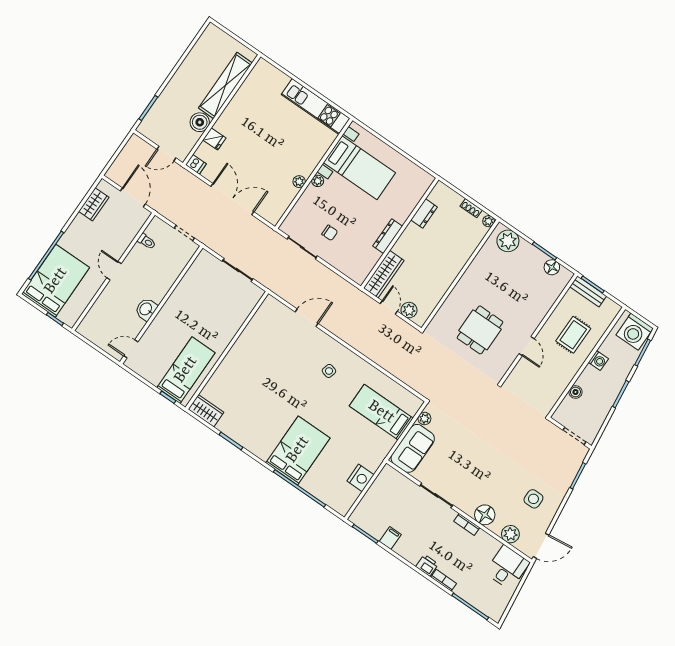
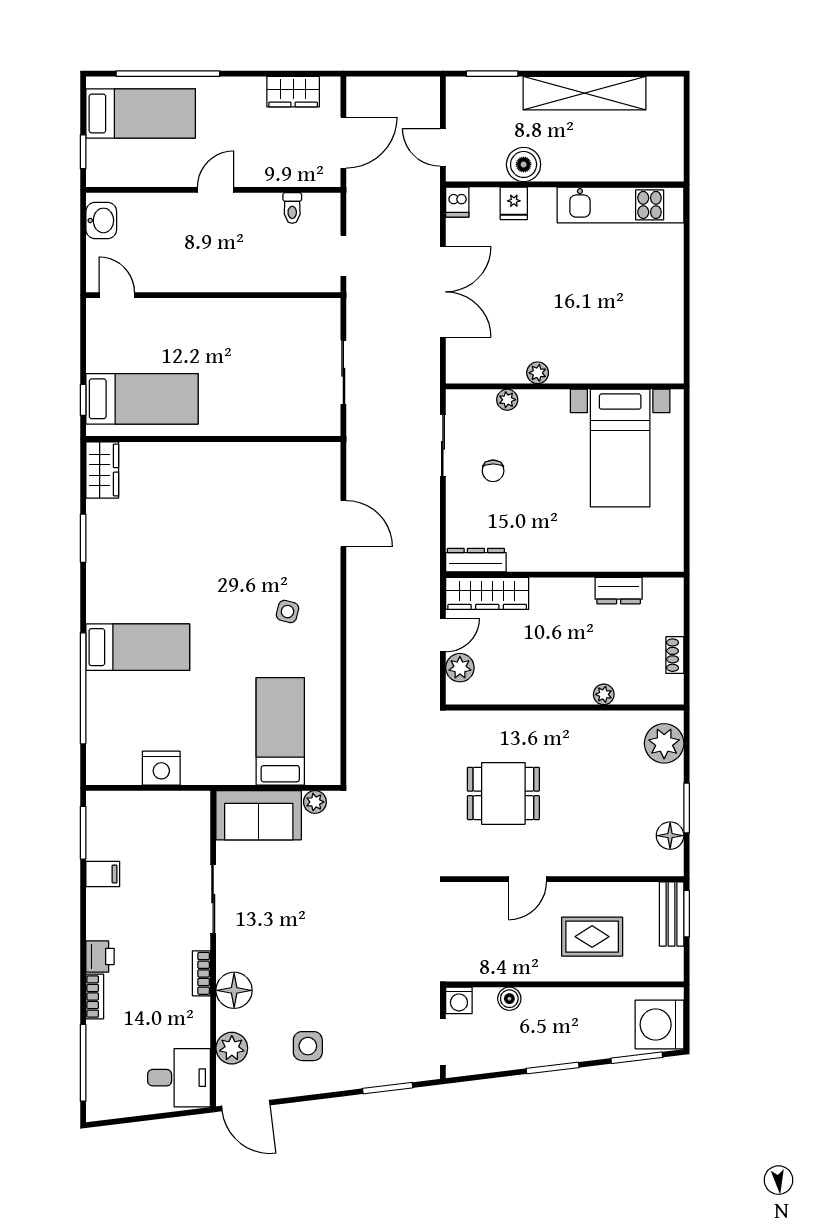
shelving: (225, 86) -> (585, 93), moved
kitchen unit: (316, 107) -> (620, 205), moved, turned -90
plant: (318, 181) -> (507, 400), moved
plant: (489, 221) -> (604, 694), moved
dresser: (388, 236) -> (476, 560), moved
bed: (56, 281) -> (141, 113), width x0.67
washbasin: (146, 309) -> (101, 220), moved, turned 90
washing machine: (598, 361) -> (459, 1000), moved
bed: (298, 450) -> (138, 647), width x0.67

